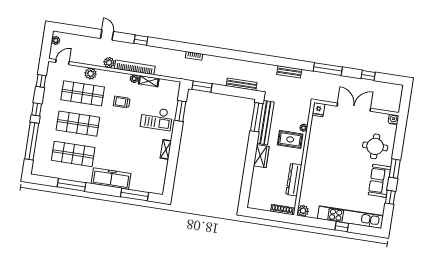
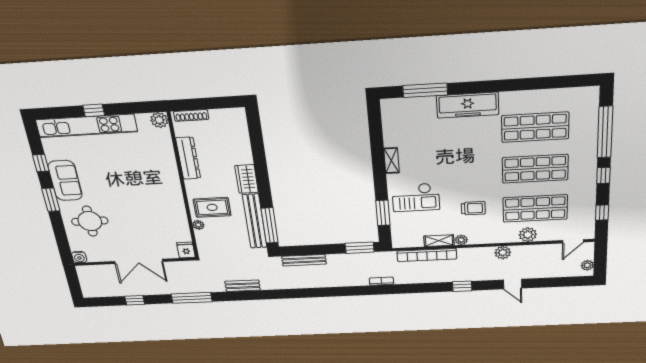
bookcase: (135, 67) -> (427, 255), moved
checkout: (157, 118) -> (416, 197), turned 180
window: (72, 185) -> (530, 84), removed

